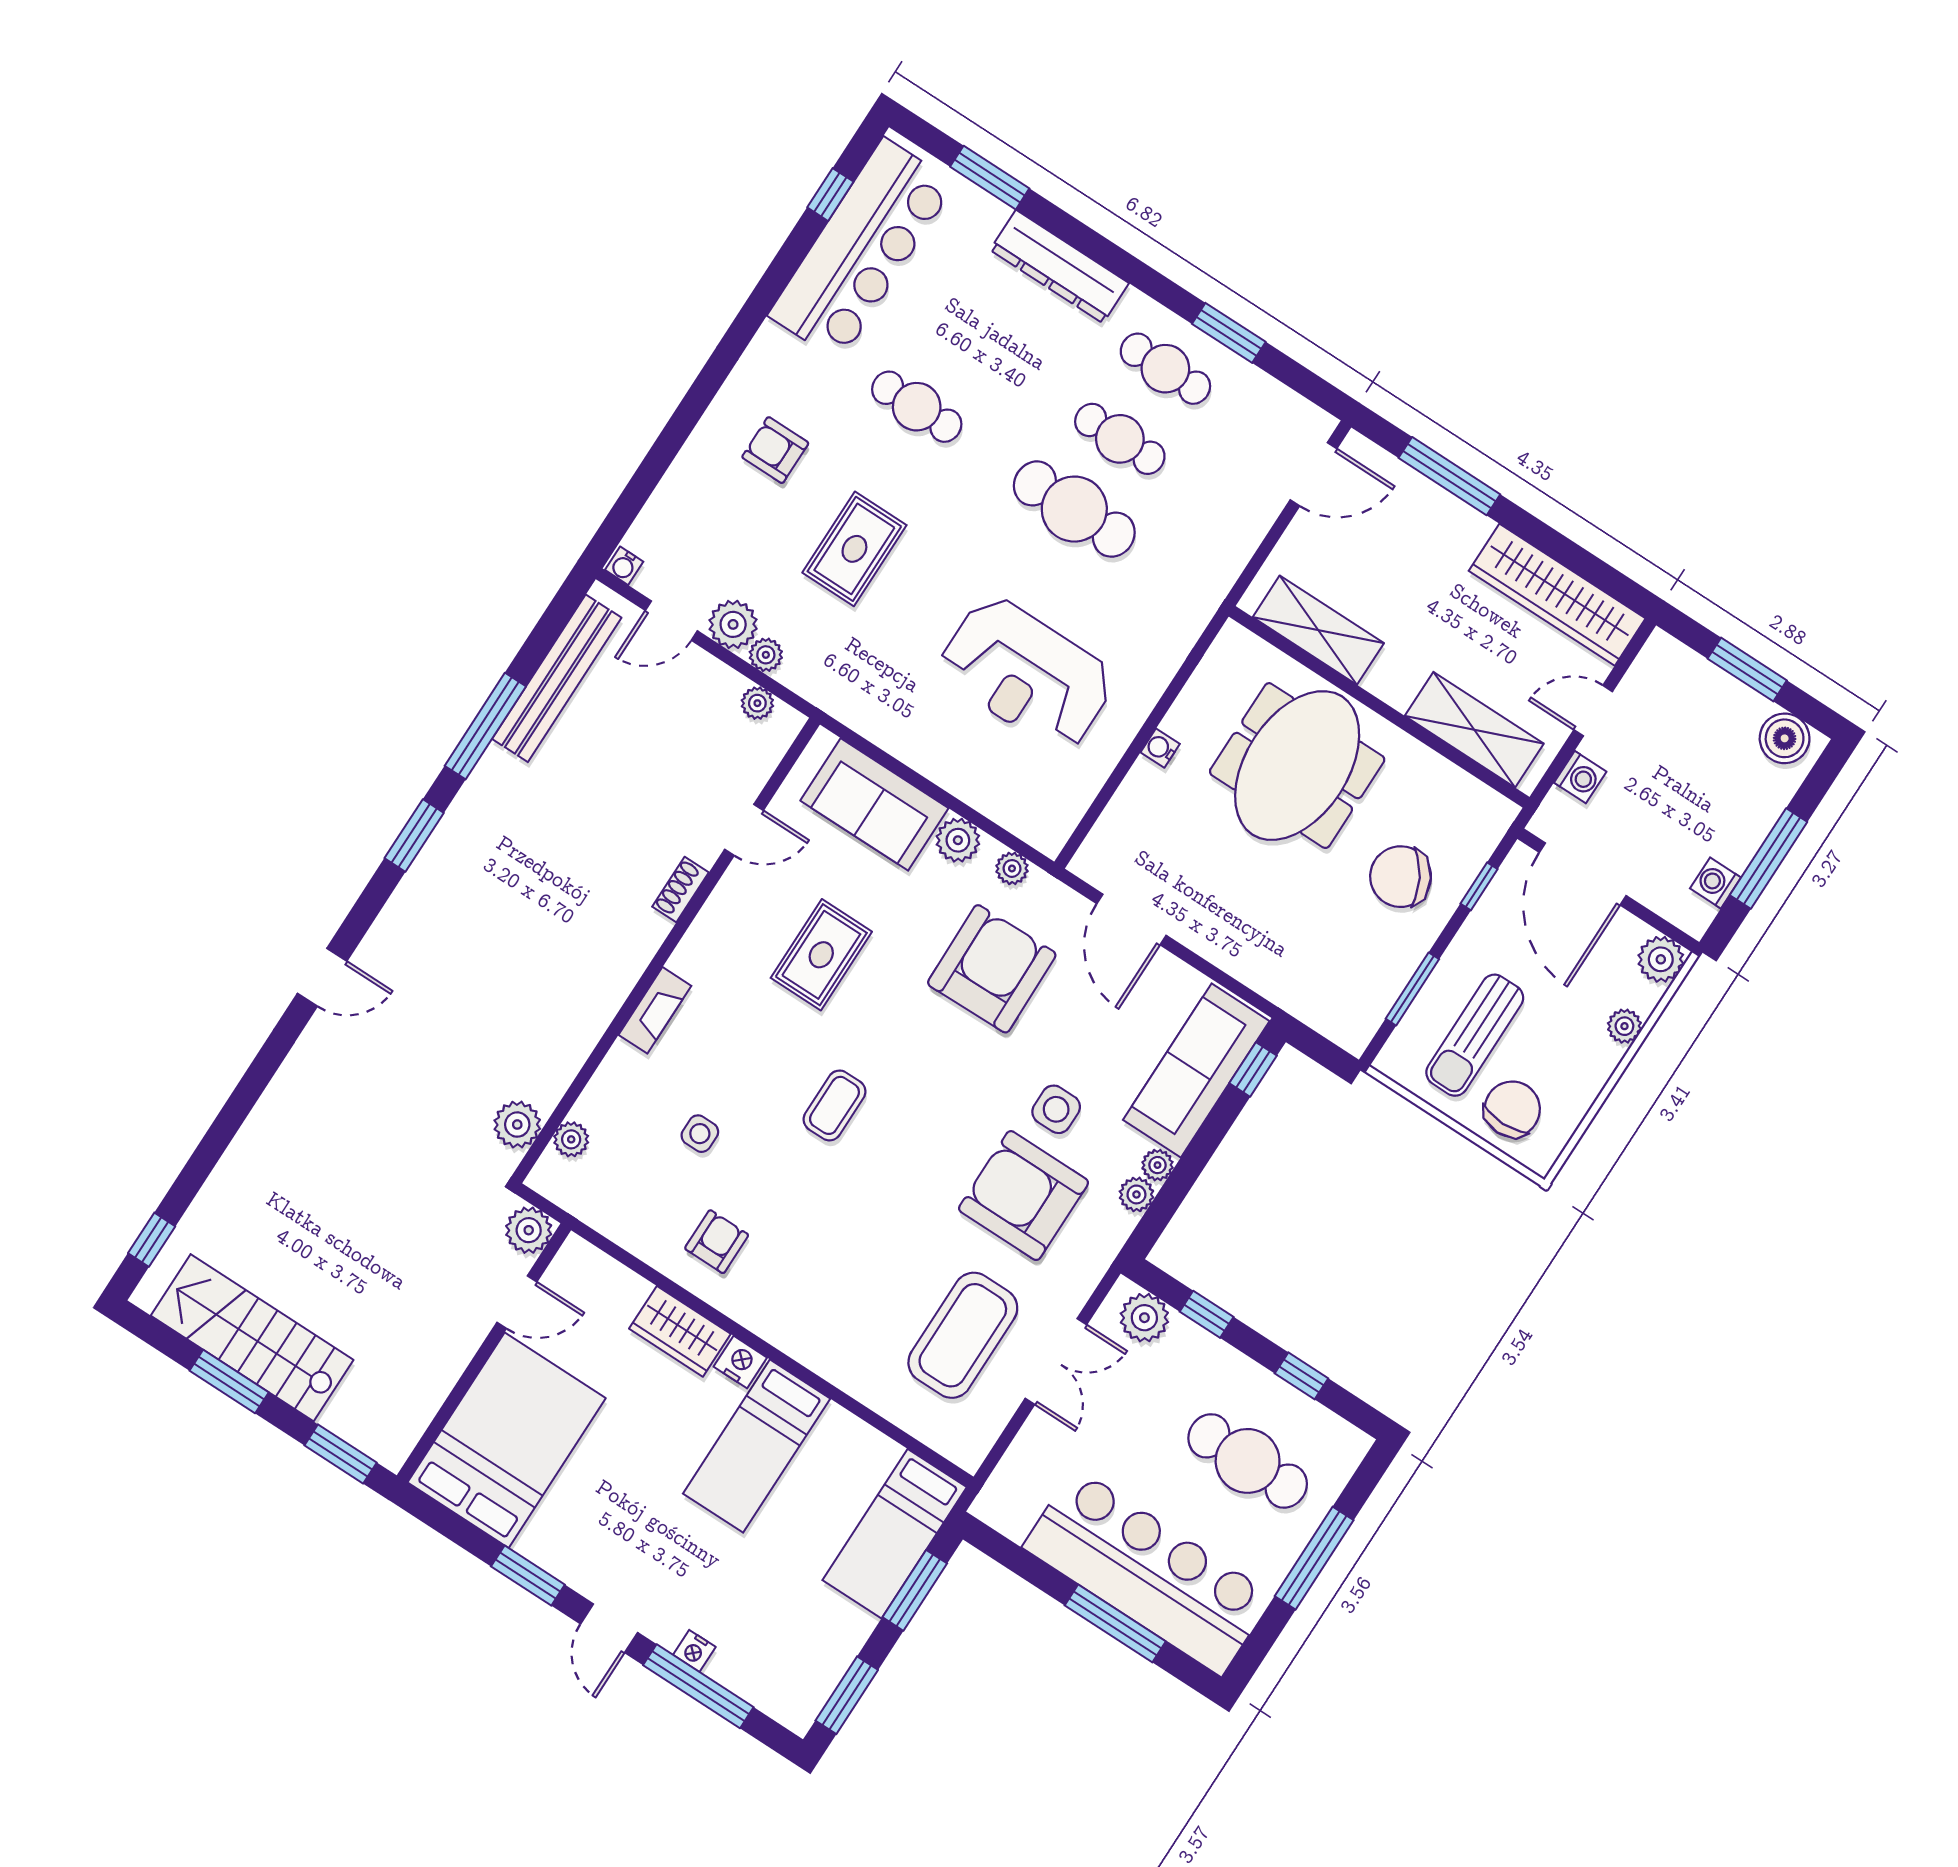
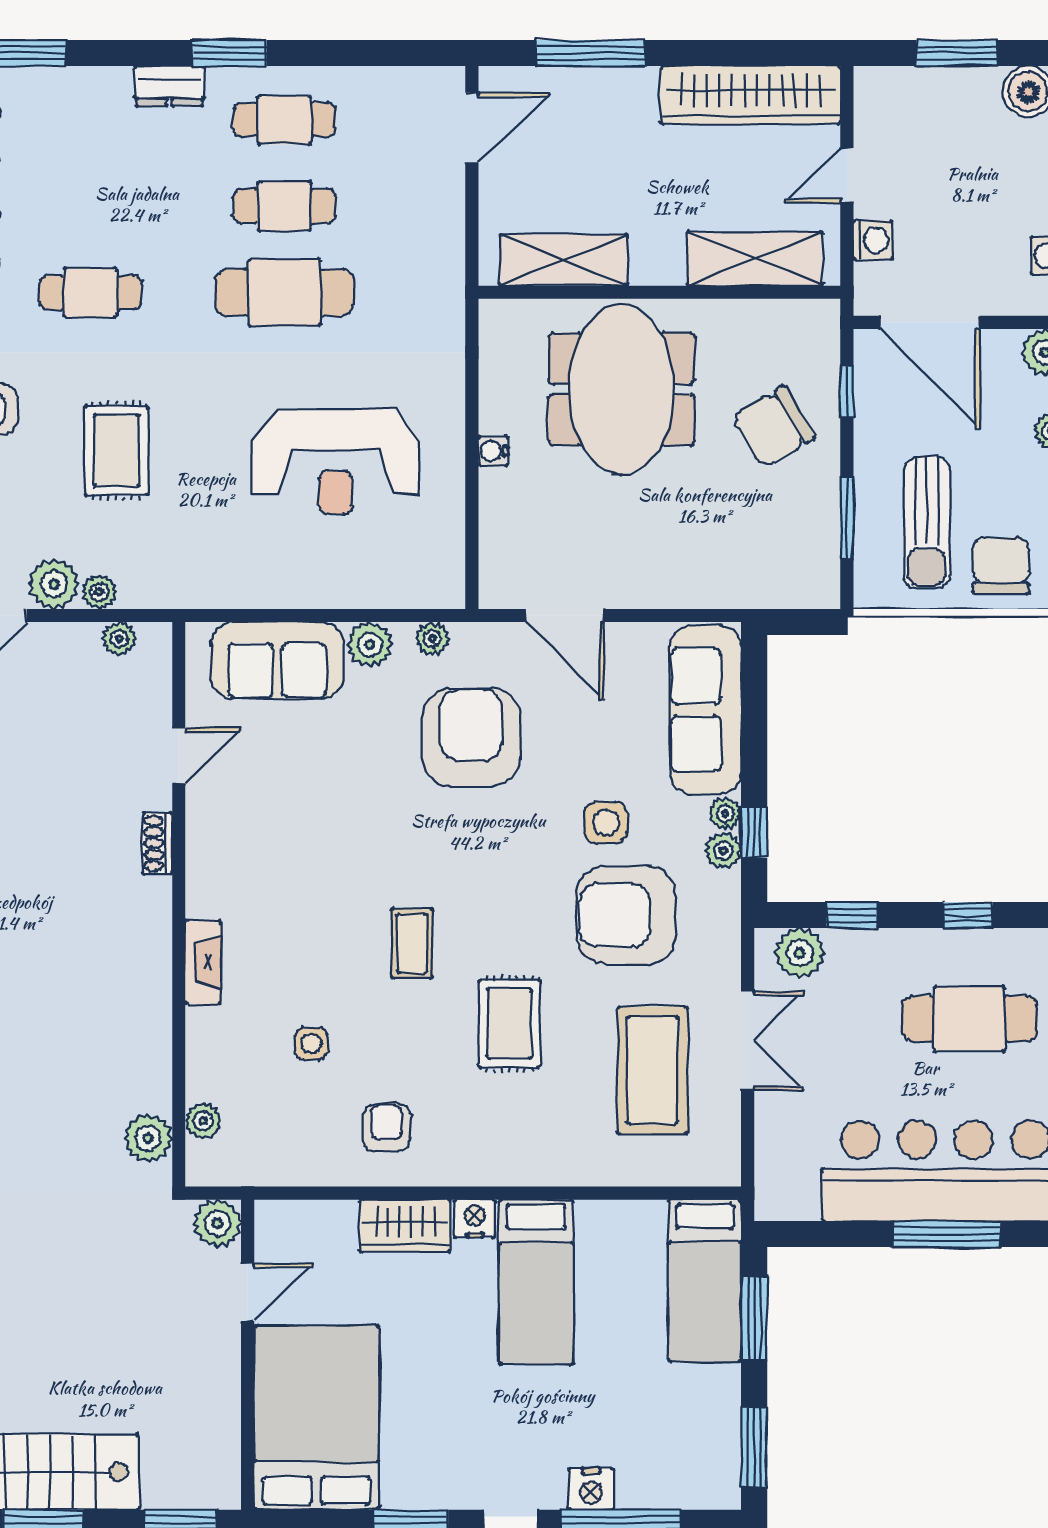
dresser: (1059, 267) -> (169, 86), width x0.51, depth x0.80
window: (1229, 333) -> (229, 53), moved
rug: (821, 955) -> (509, 1024), moved
window: (1253, 1069) -> (754, 832), moved
nightstand: (694, 1651) -> (591, 1489), width x1.39, depth x1.35

